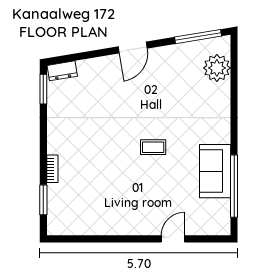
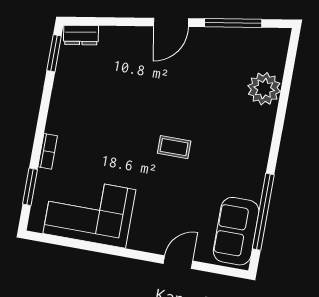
window: (198, 37) -> (233, 23), moved
plant: (217, 68) -> (264, 89), moved
sofa: (215, 171) -> (236, 231), moved
corner sofa: (95, 211) -> (89, 212), added

